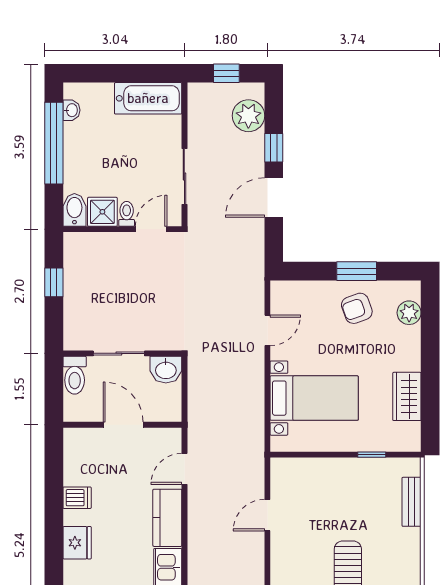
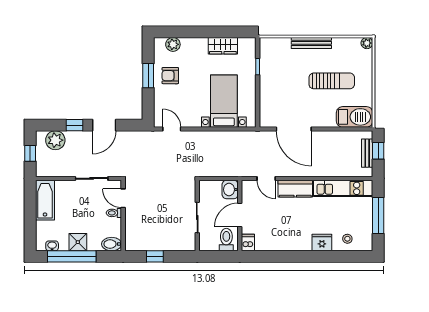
door: (274, 198) -> (104, 125), hinge flipped
shower: (102, 212) -> (78, 242), moved
armchair: (357, 308) -> (170, 76), turned 110
door: (267, 330) -> (172, 129), moved
washbasin: (166, 370) -> (230, 190), moved, turned 180
toilet: (75, 375) -> (226, 240), moved, turned -90
dishwasher: (77, 498) -> (248, 243), moved
bench: (412, 502) -> (311, 43), moved, width x1.36
door: (267, 515) -> (294, 129), width x1.88
fridge: (77, 543) -> (322, 242), moved

